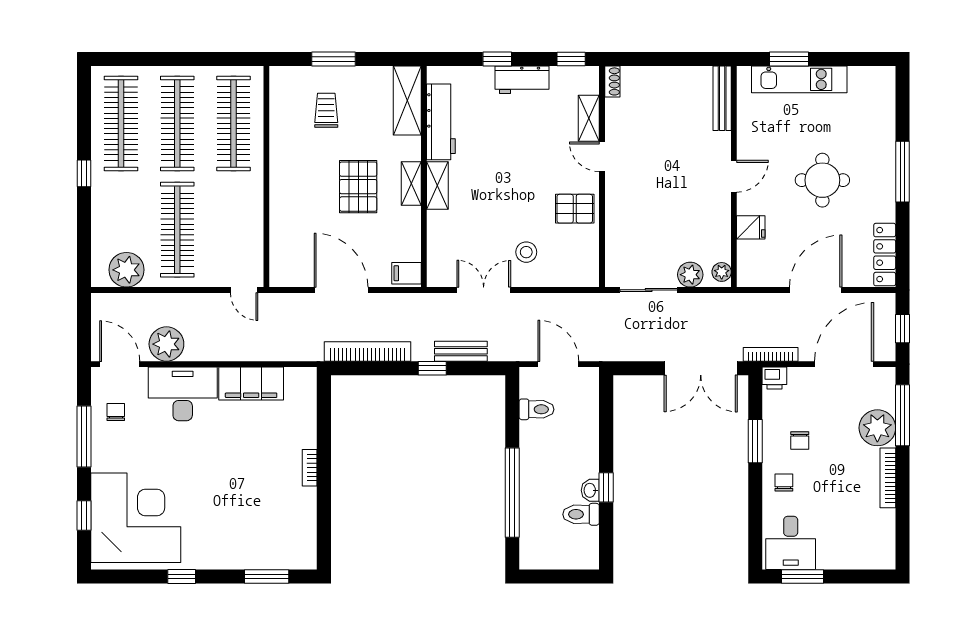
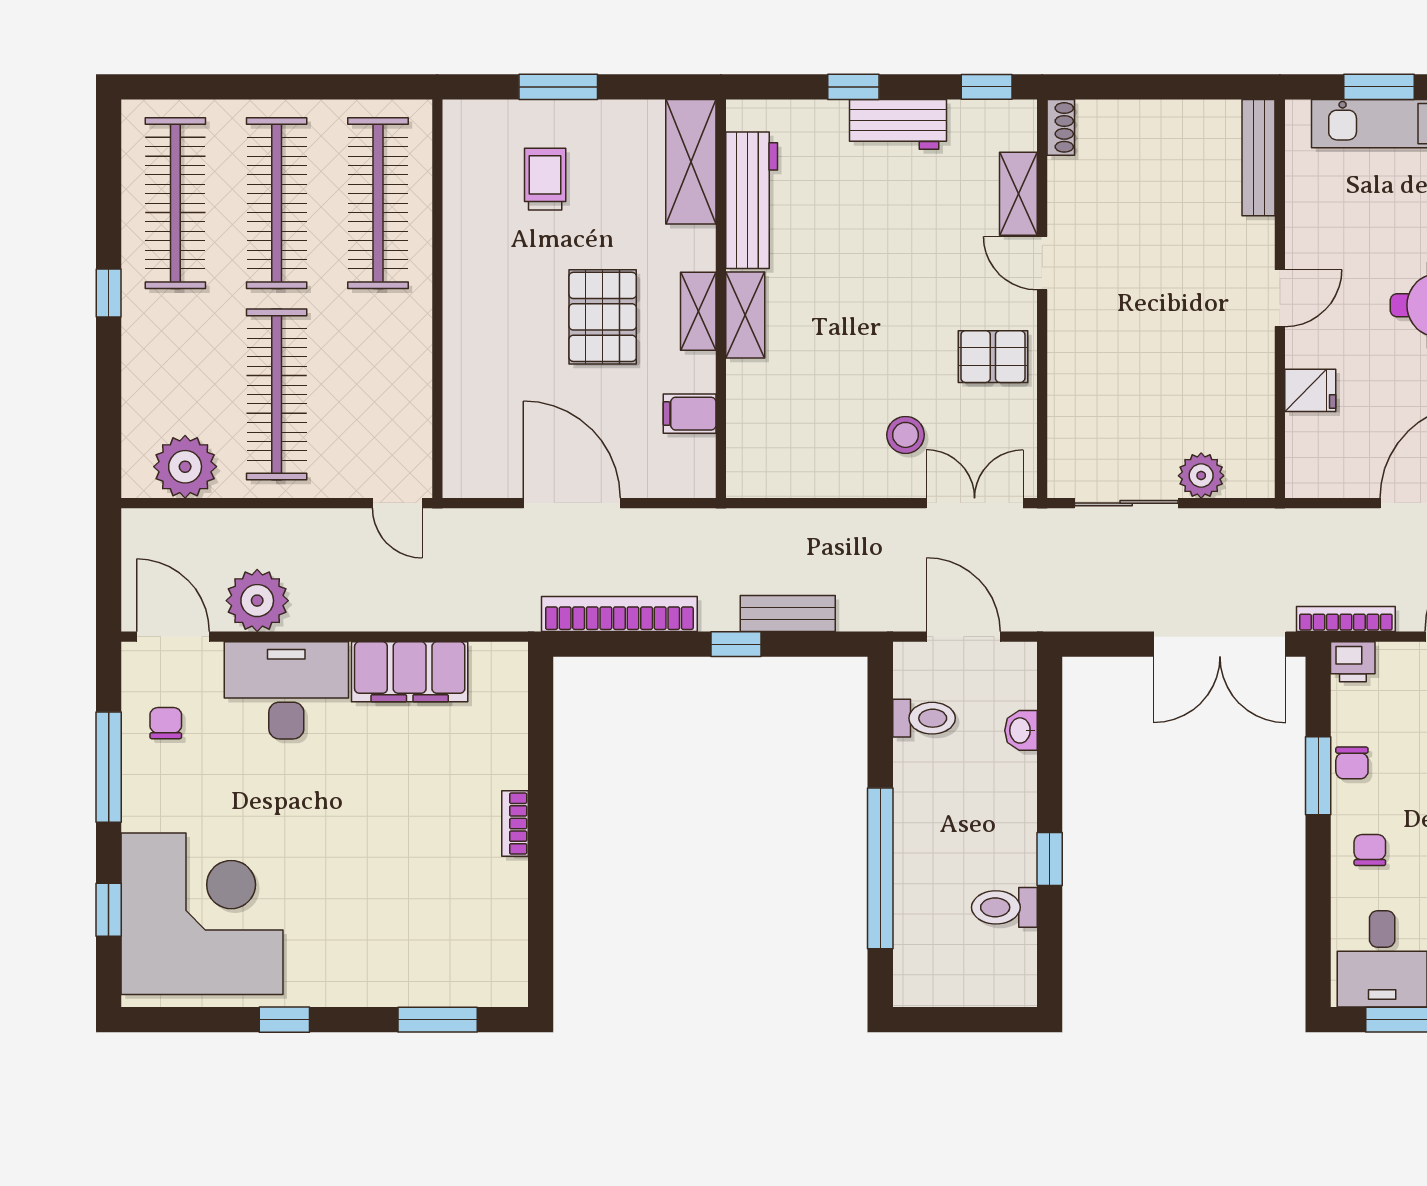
plant: (722, 272) -> (1258, 471), removed
filing cabinet: (406, 273) -> (690, 414), moved
double door: (484, 290) -> (975, 503), moved
chair: (800, 441) -> (1352, 763), moved
washbasin: (590, 490) -> (1021, 730), moved

